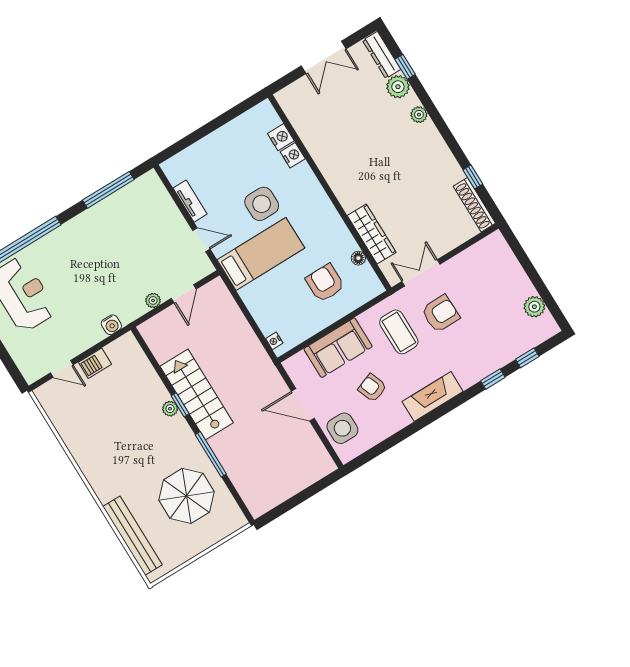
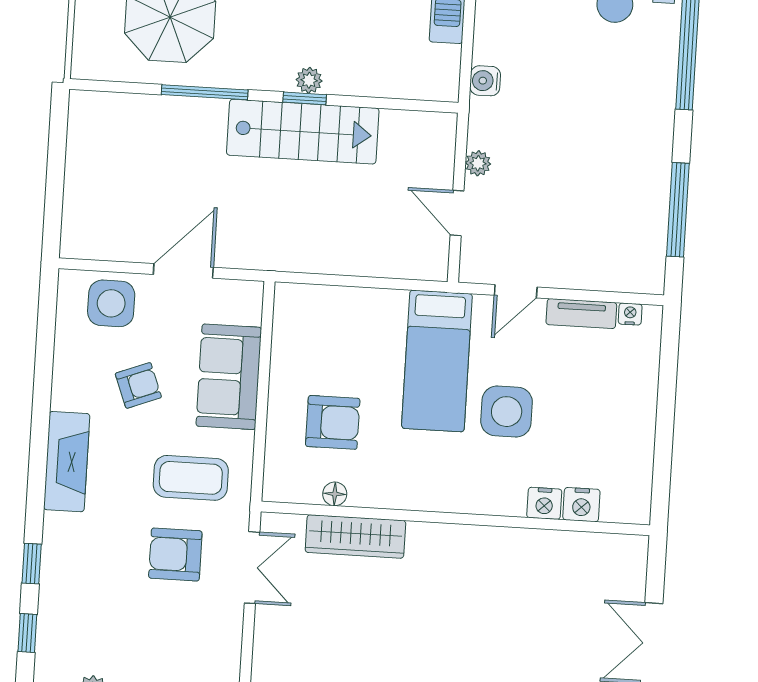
armchair: (440, 314) -> (175, 555), turned 91
nightstand: (274, 341) -> (630, 314), moved

